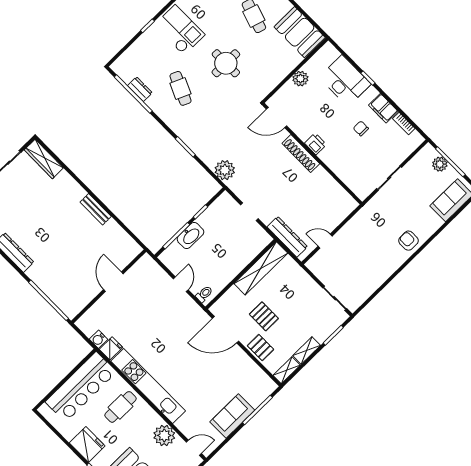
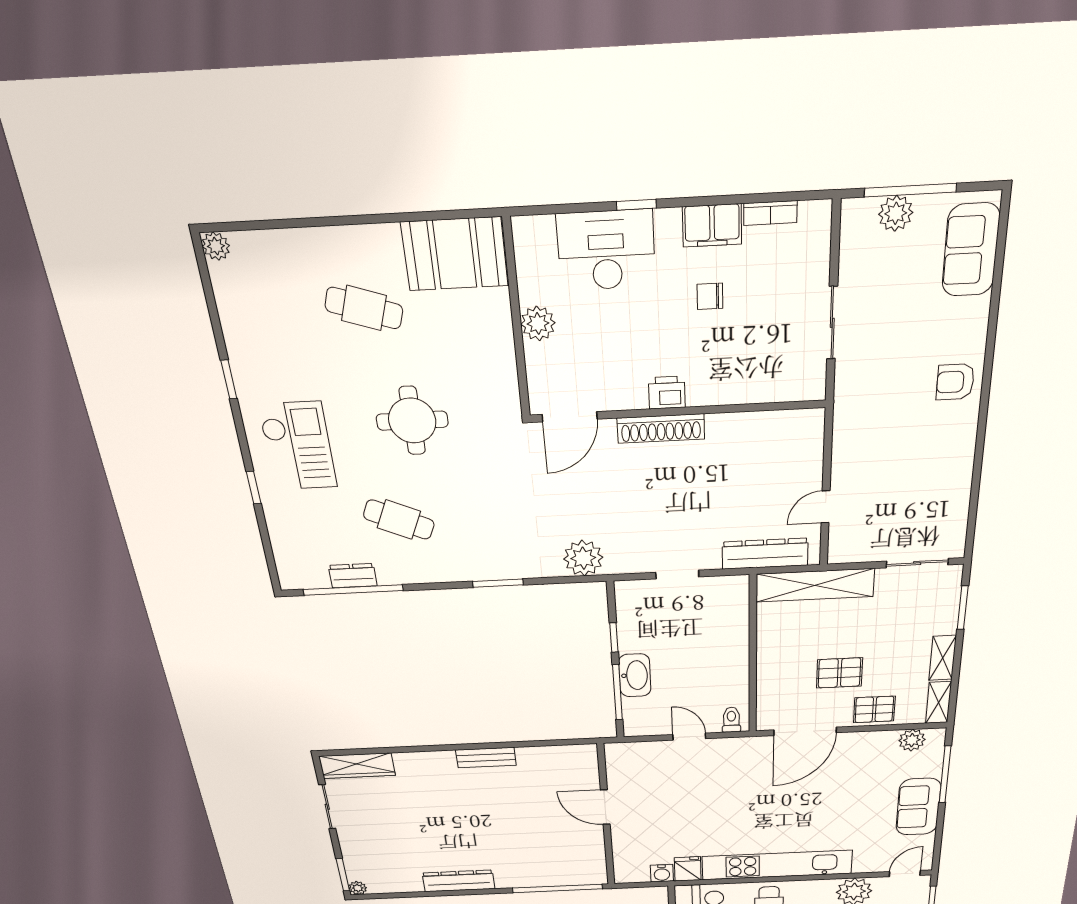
checkout: (180, 30) -> (298, 446), turned 90
shelving: (261, 268) -> (815, 585), moved, turned 90
plant: (261, 378) -> (912, 740), added

